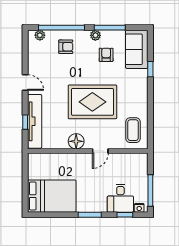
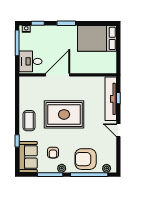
armchair: (66, 47) -> (86, 159), width x1.88, depth x1.88
coffee table: (133, 130) -> (29, 121), moved
floor lamp: (76, 141) -> (77, 83), removed
door: (100, 151) -> (58, 75), width x1.87
desk: (120, 198) -> (31, 61), moved, turned -90

